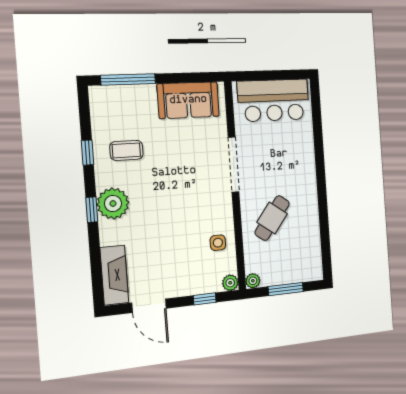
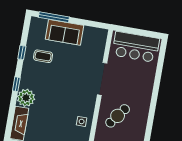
sofa: (188, 100) -> (65, 32), moved
plant: (113, 203) -> (26, 98), moved

